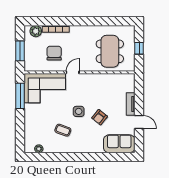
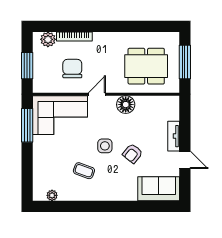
window: (139, 48) -> (185, 62), width x2.17
dining table: (110, 51) -> (146, 66), turned 90
floor lamp: (94, 80) -> (126, 105), added

